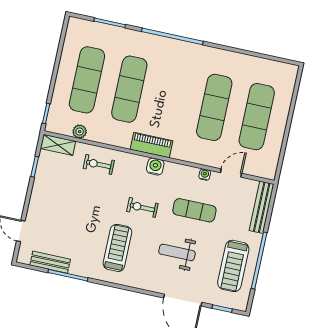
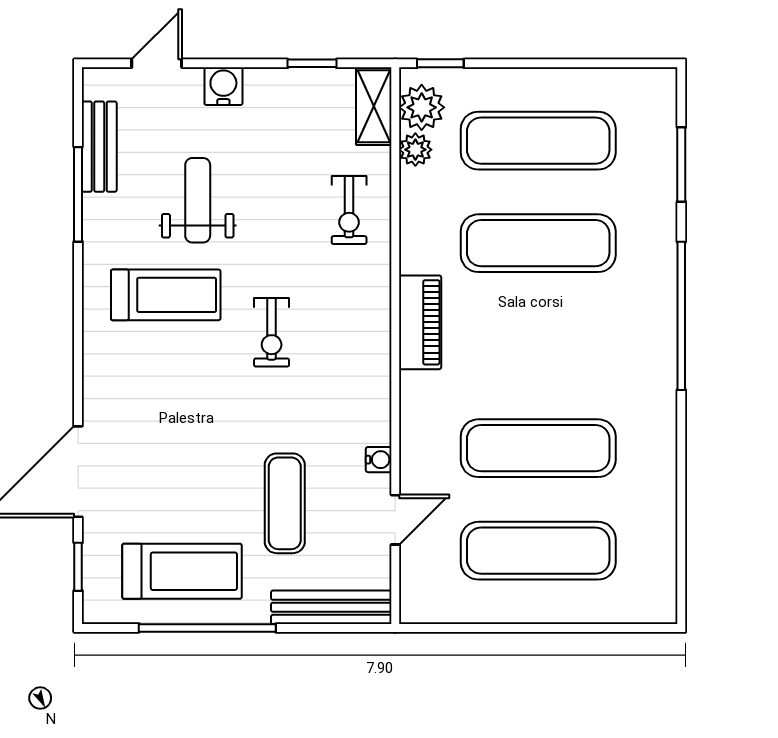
plant: (63, 125) -> (422, 107), added
exercise bike: (99, 164) -> (349, 210), turned 180
water cooler: (155, 167) -> (223, 86), moved, turned -90
door: (231, 173) -> (395, 520), hinge flipped
exercise bike: (142, 207) -> (272, 332), turned 180
exercise mat: (194, 210) -> (285, 503), moved
weight bench: (177, 252) -> (198, 200), moved
treadmill: (233, 266) -> (182, 571), turned 180

